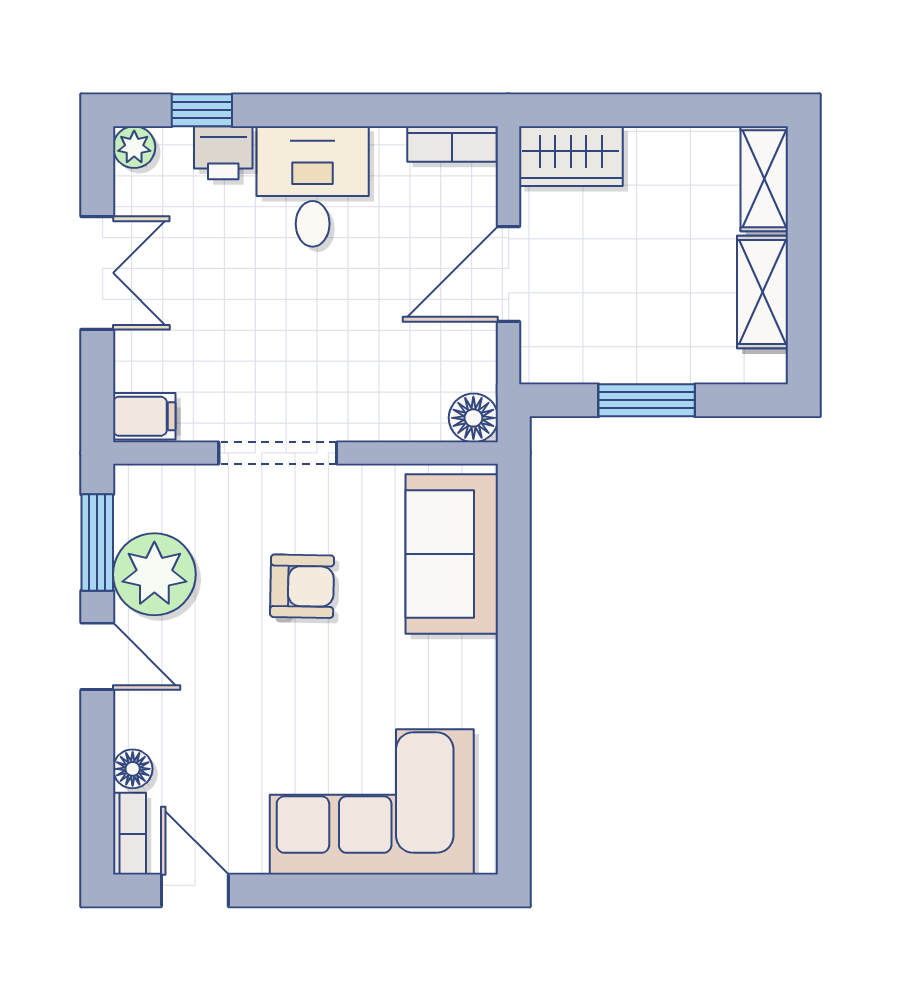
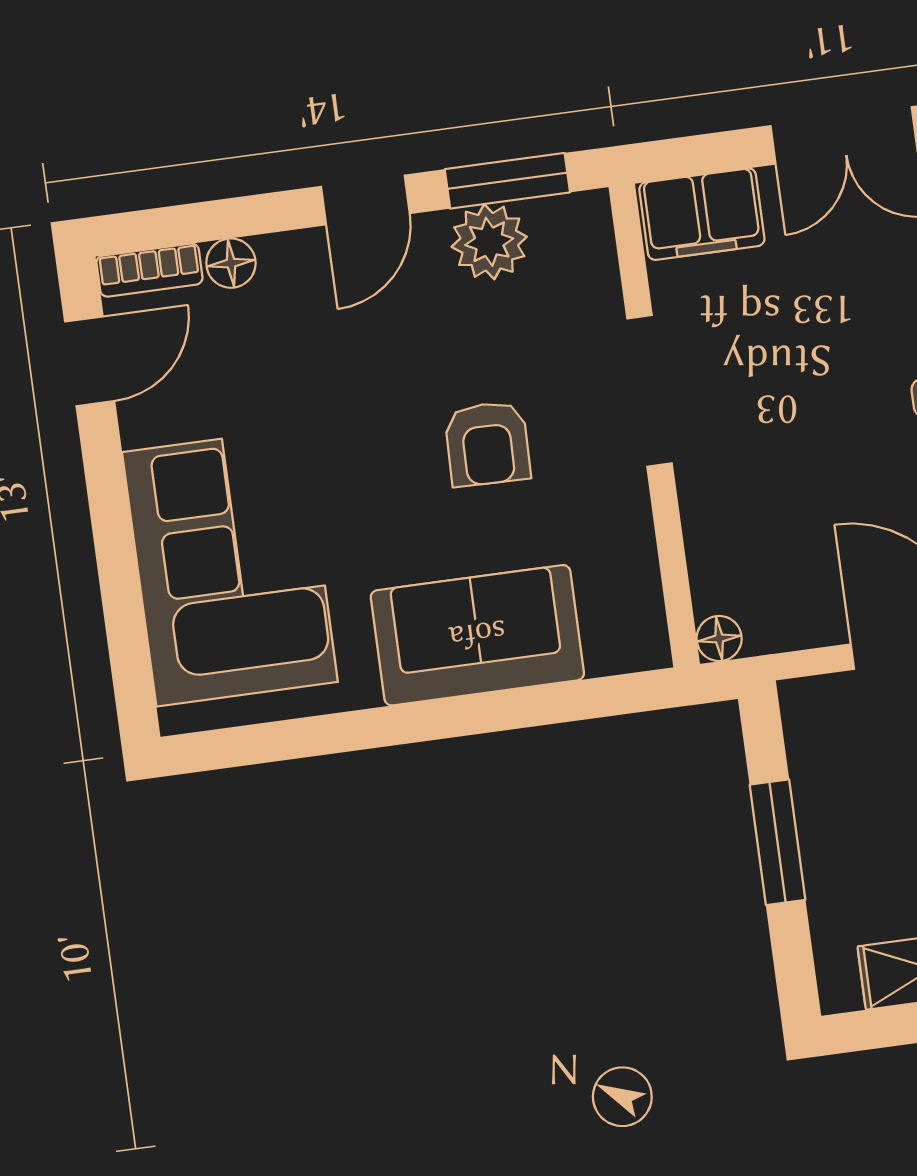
filing cabinet: (144, 416) -> (702, 214), width x2.00
floor lamp: (473, 418) -> (719, 638), width x0.73, depth x0.73
sofa: (452, 554) -> (477, 635), moved
plant: (154, 574) -> (489, 242), width x0.73, depth x0.73

